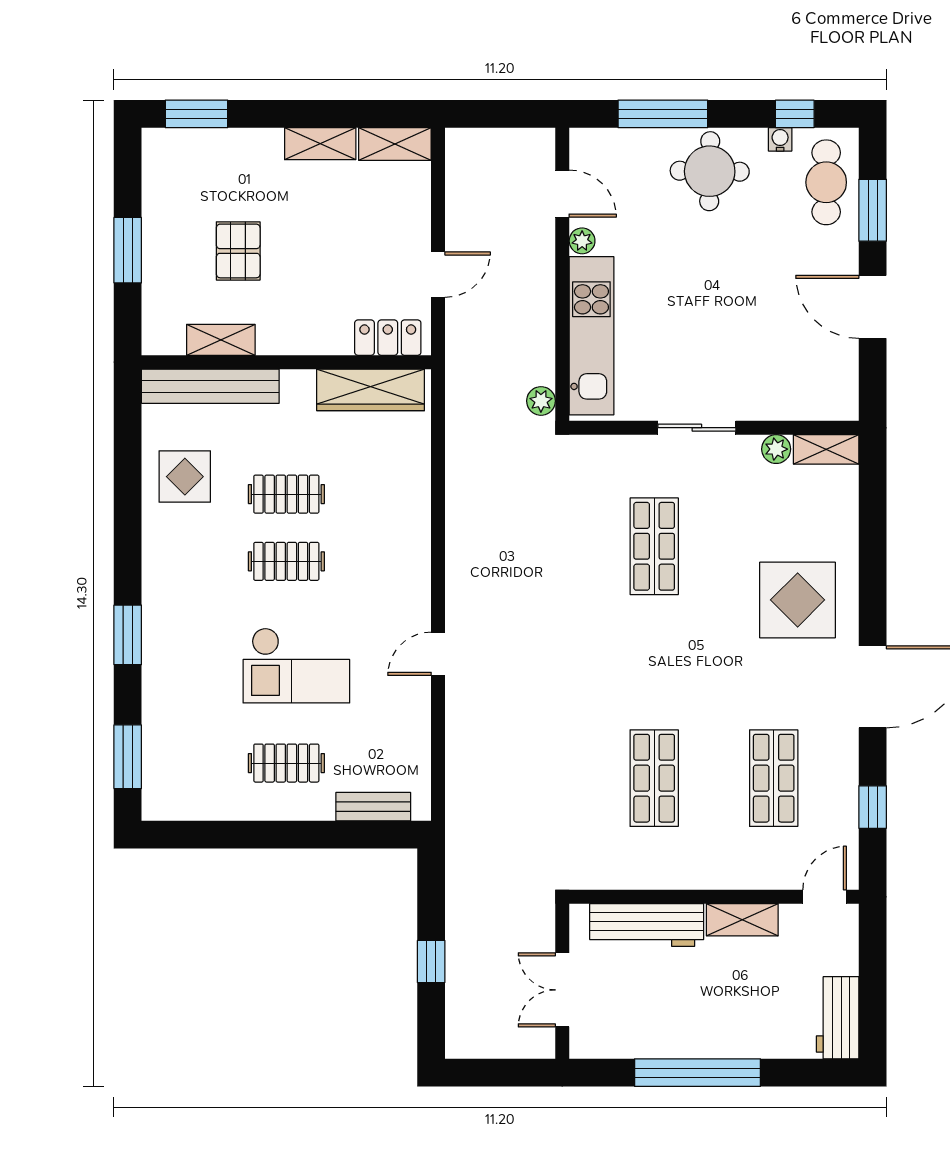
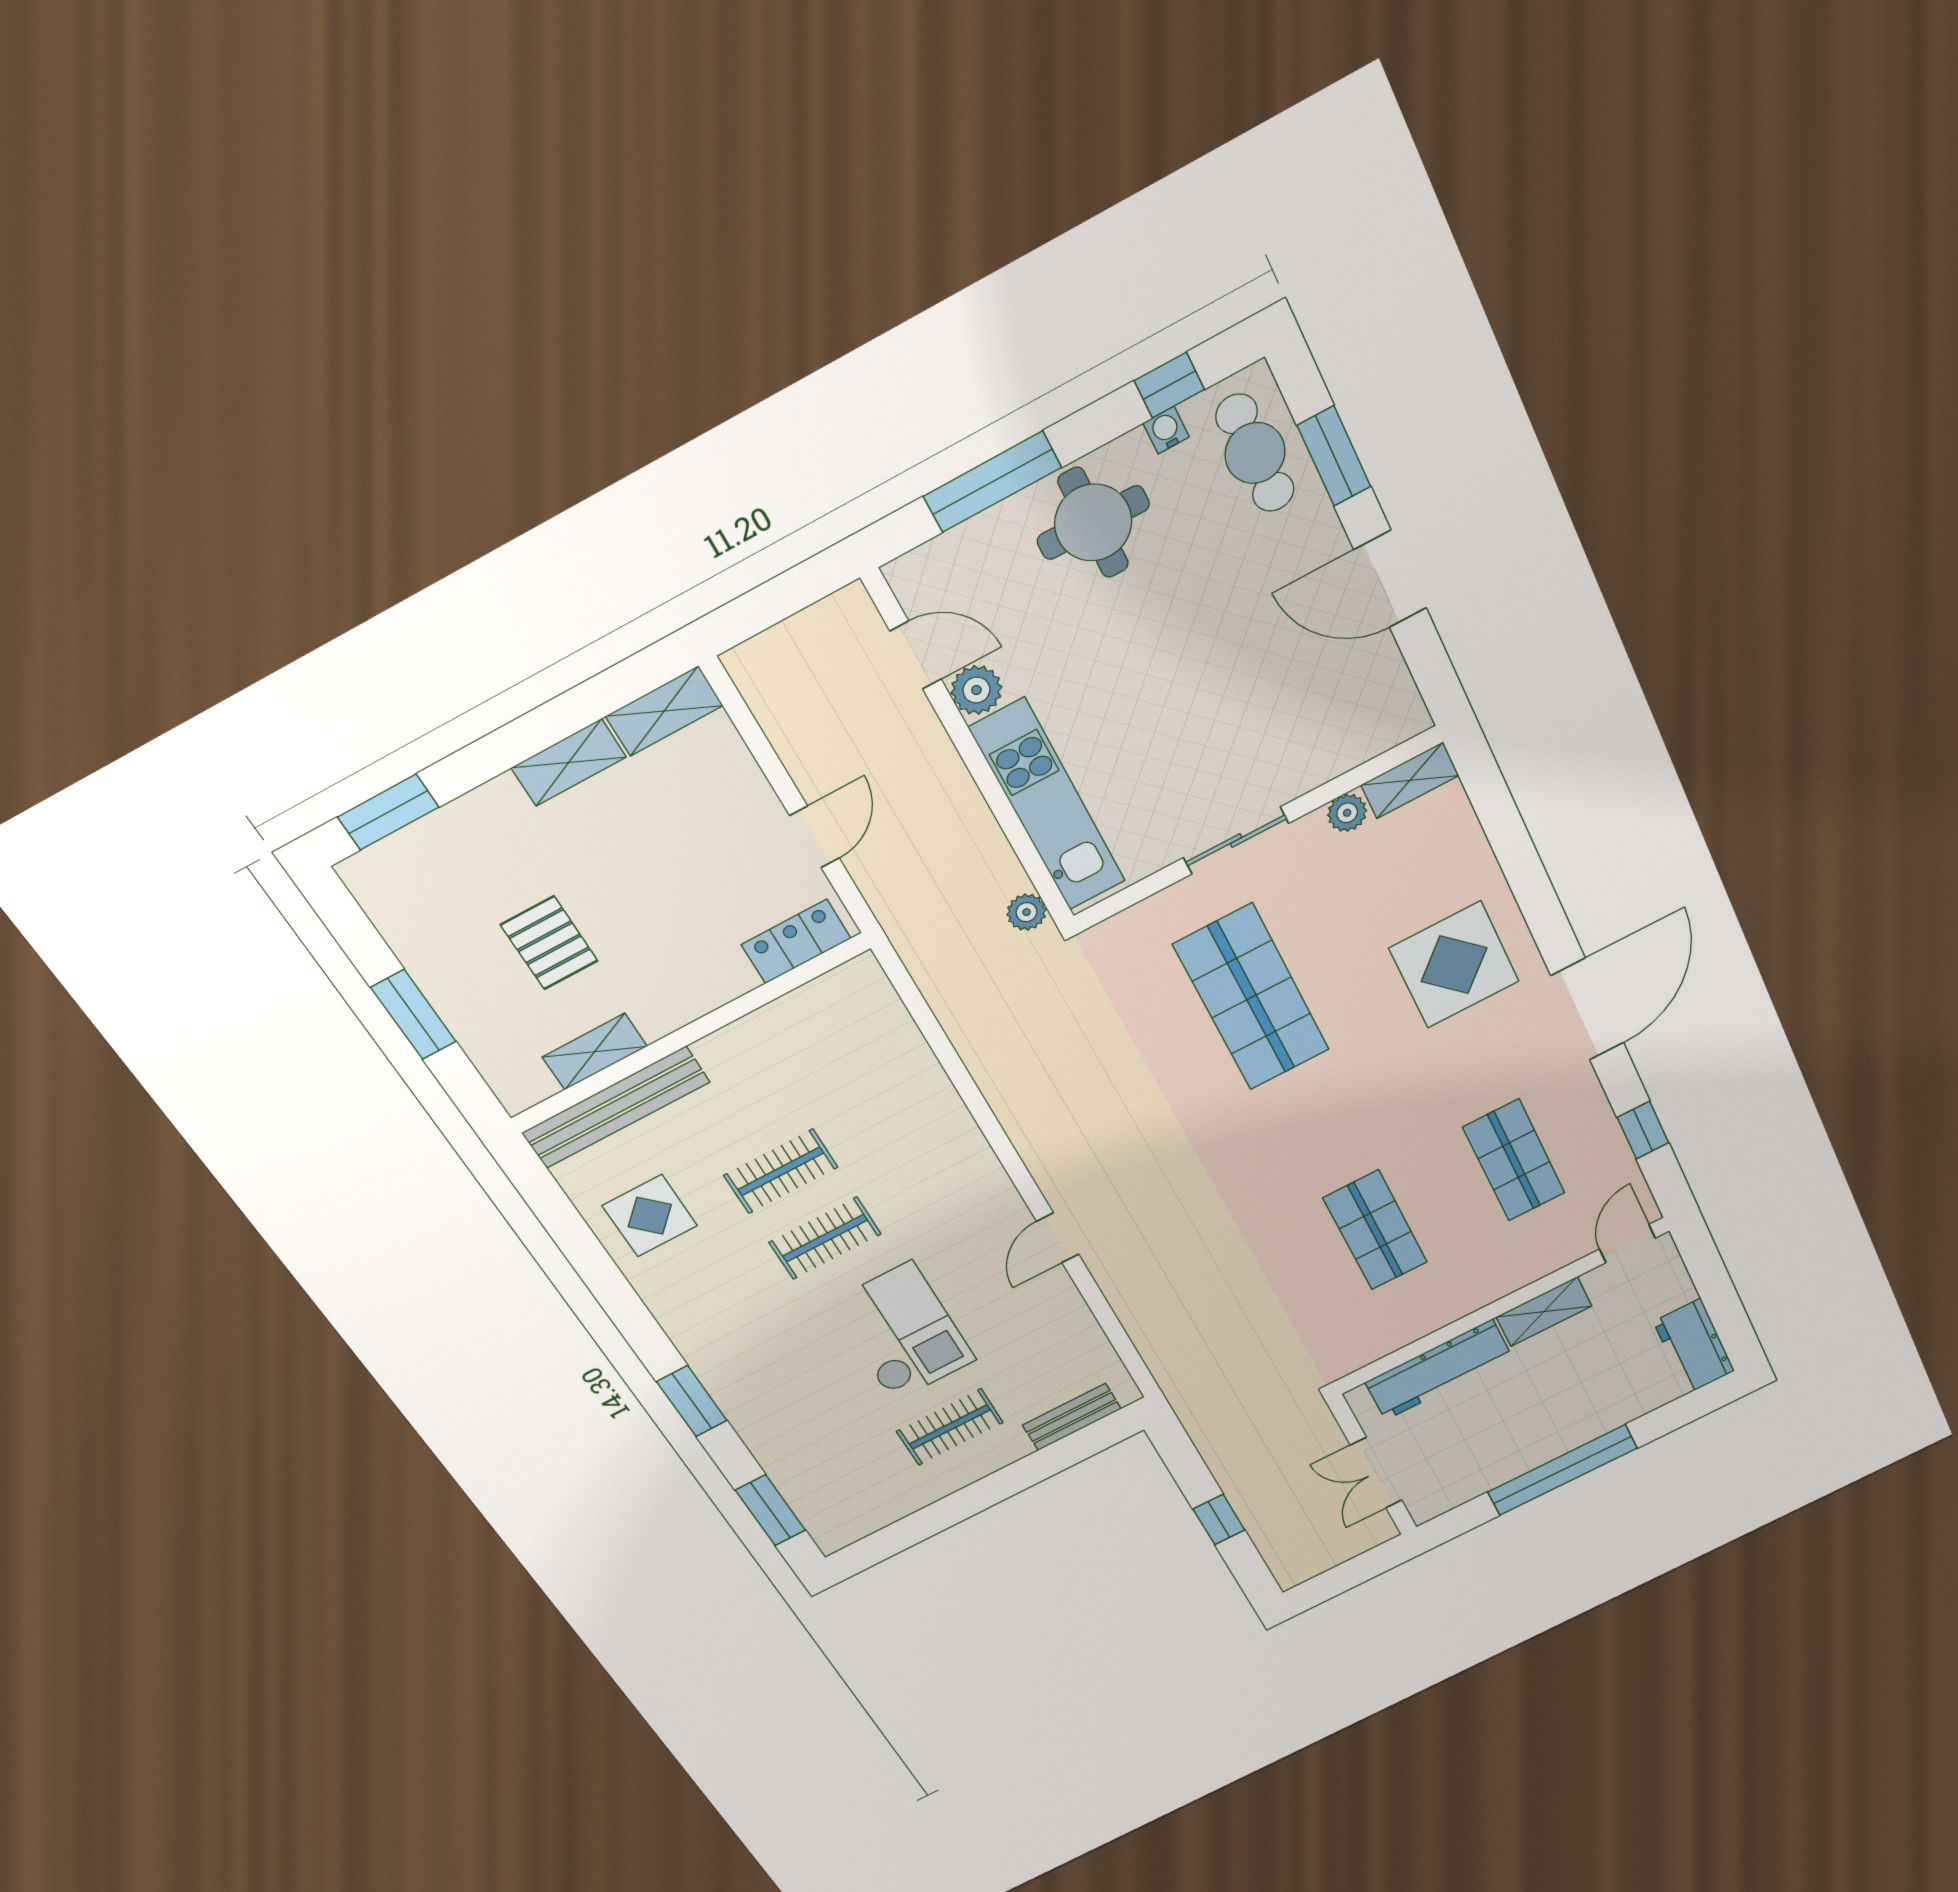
plant: (582, 241) -> (976, 690), width x1.38, depth x1.38
wardrobe: (371, 390) -> (811, 1010), removed
shop shelf: (654, 546) -> (1252, 997), width x1.43, depth x1.36
checkout: (296, 665) -> (902, 1332), turned -90

